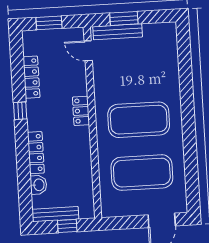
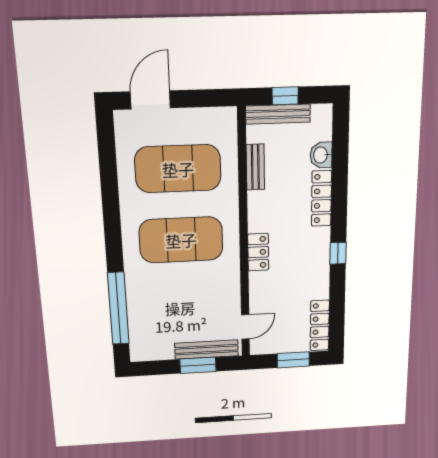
door: (88, 51) -> (245, 327), hinge flipped
window: (185, 66) -> (118, 308), added
locker: (31, 77) -> (320, 325), moved
bench: (86, 175) -> (255, 167), added
bench: (55, 214) -> (278, 114), moved

